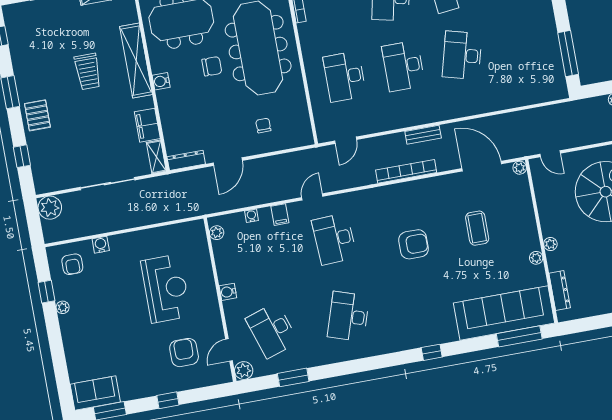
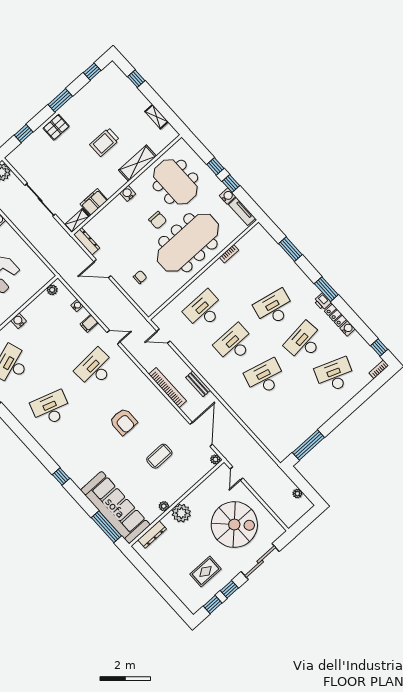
shelving: (136, 61) -> (138, 163), width x0.68
plant: (550, 244) -> (181, 513), width x1.87, depth x1.87

